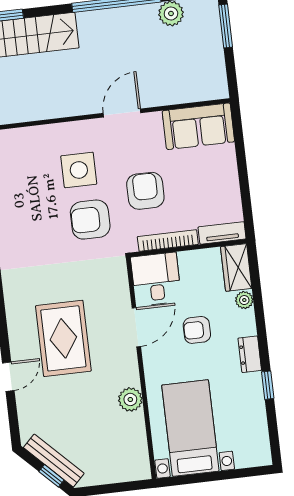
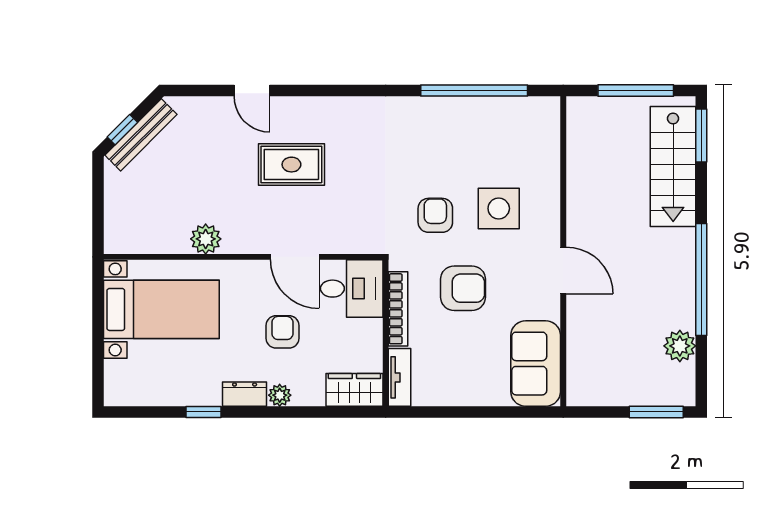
armchair: (90, 220) -> (435, 215), width x0.72, depth x0.72
plant: (244, 300) -> (280, 395), moved
rug: (63, 338) -> (291, 165), width x0.73, depth x0.70

